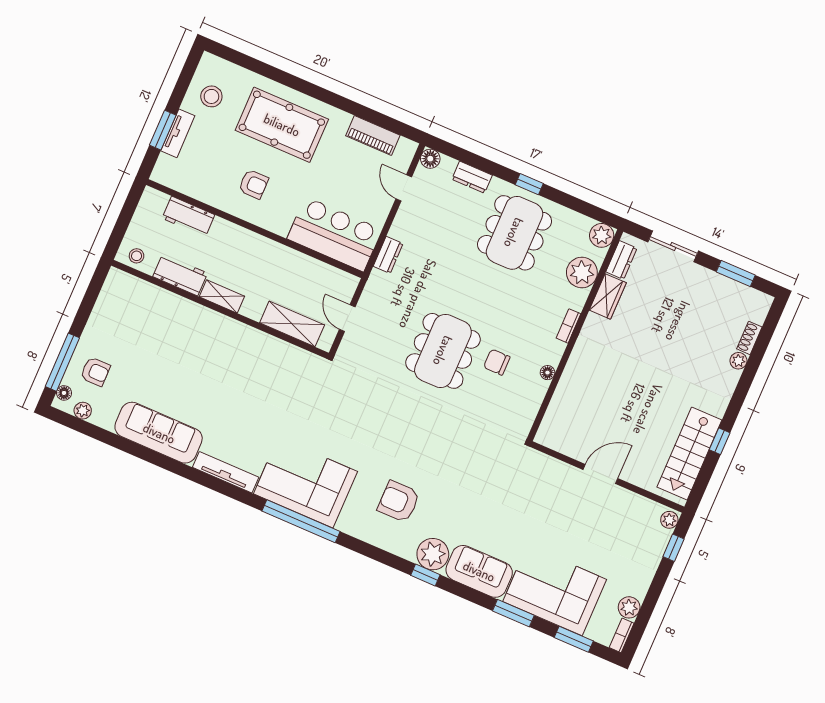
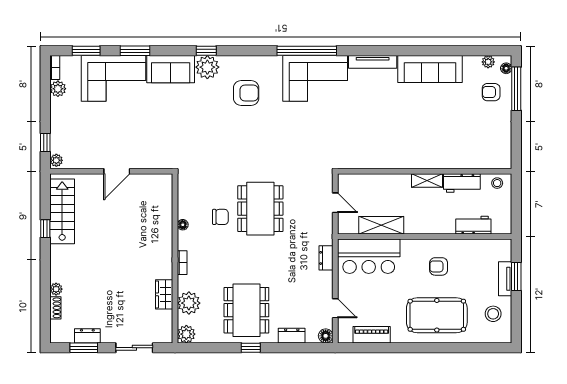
dresser: (621, 260) -> (87, 336), moved, turned 90
shelving: (292, 324) -> (381, 225), moved

